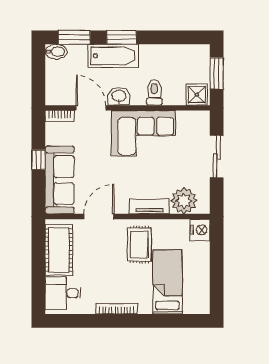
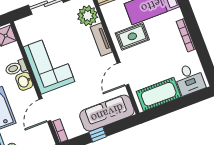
washbasin: (119, 96) -> (24, 81), moved
door: (99, 216) -> (123, 74), hinge flipped

